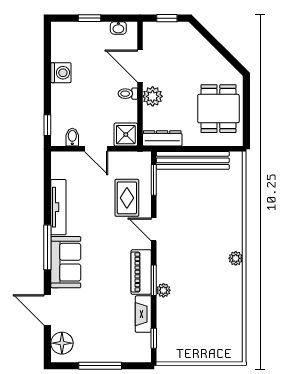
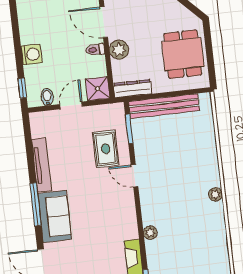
washing machine: (61, 73) -> (31, 54), moved
door: (96, 149) -> (71, 105), swing flipped
piano: (141, 272) -> (127, 218), removed
window: (154, 280) -> (140, 224), removed

